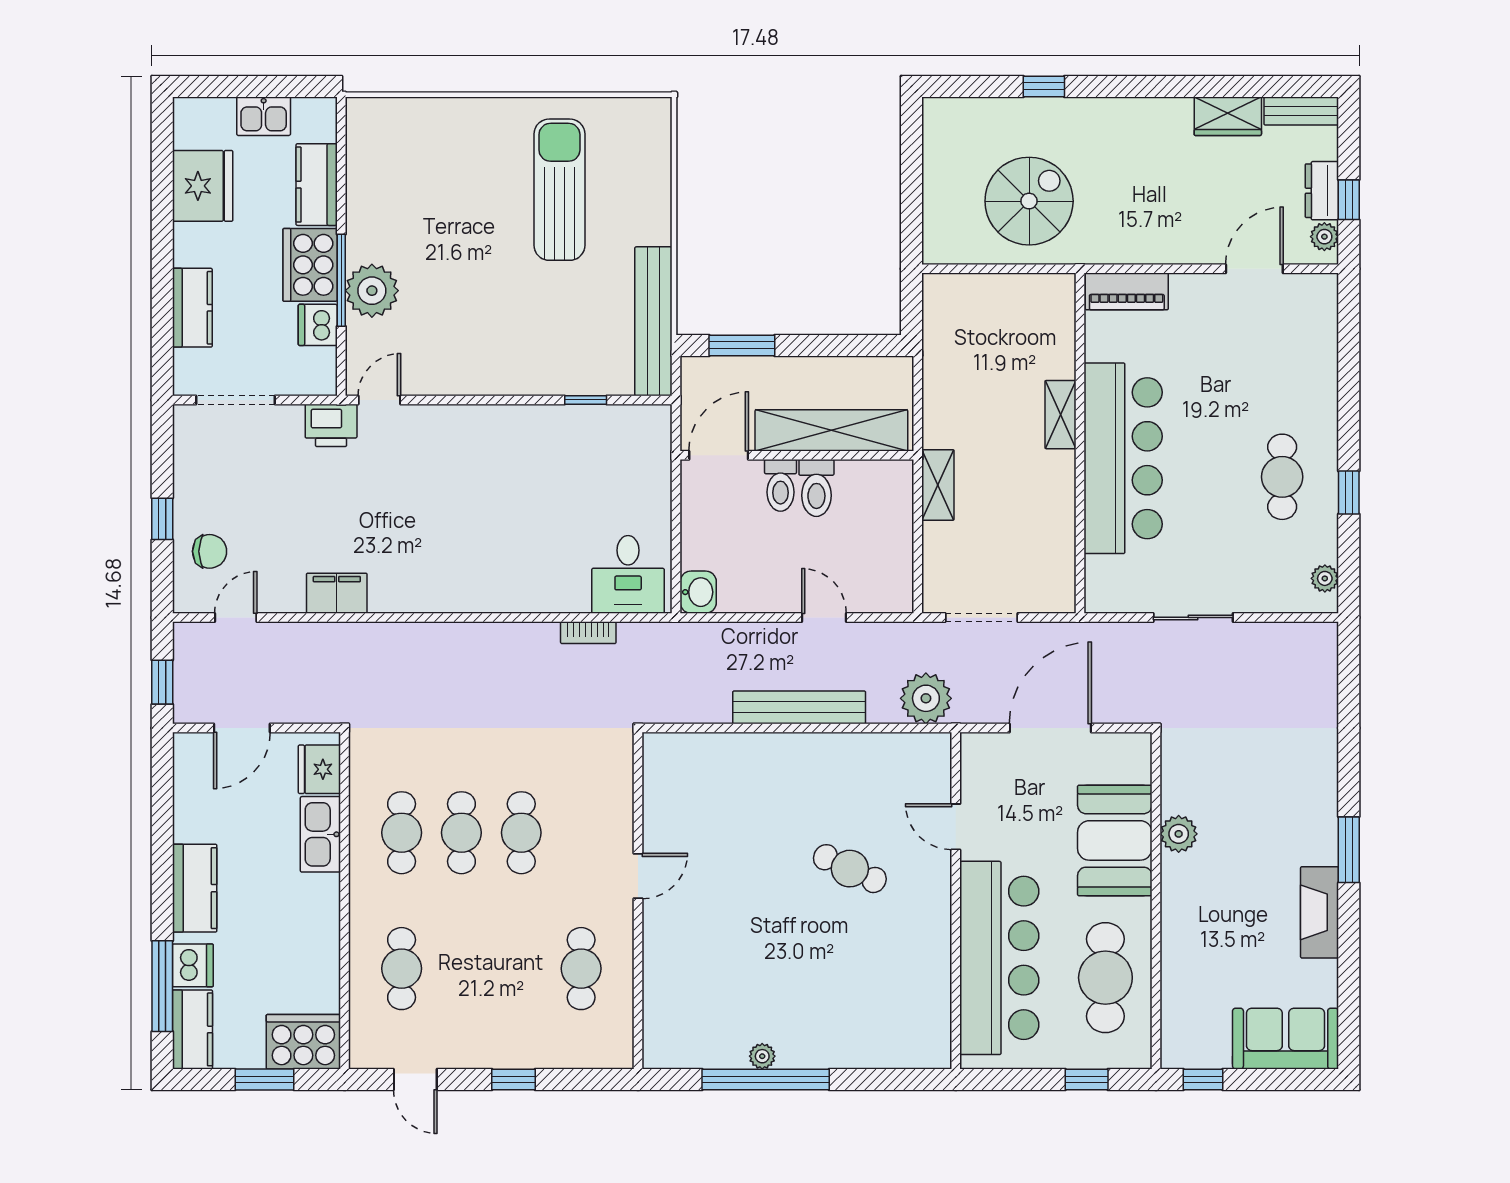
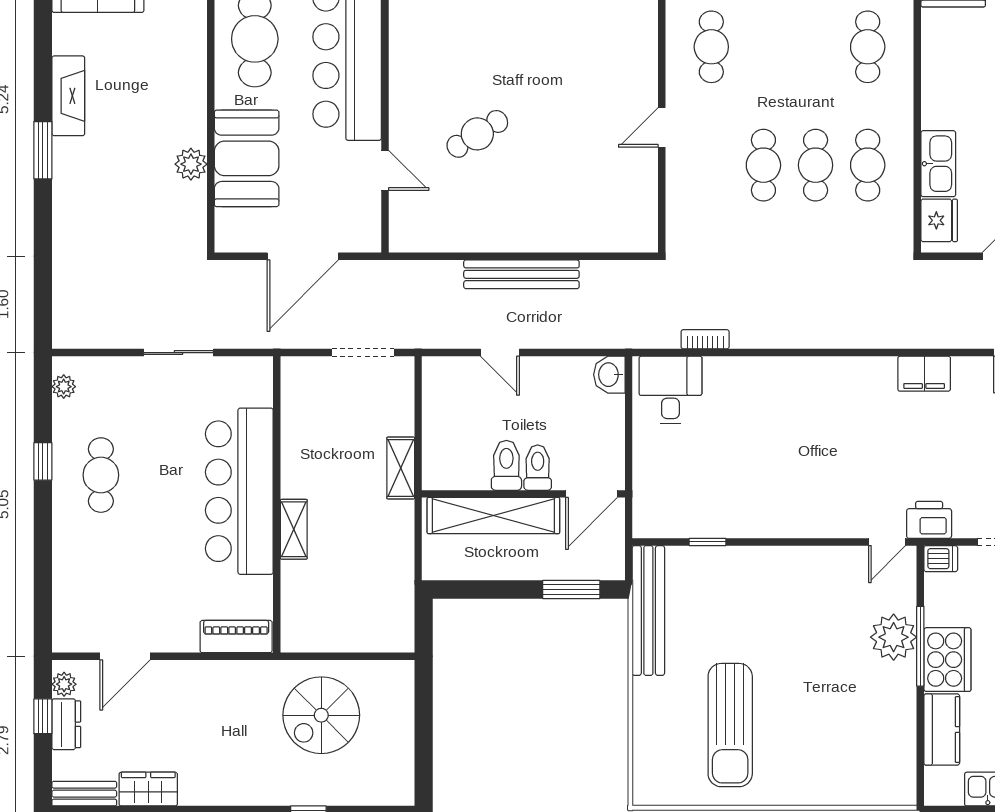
dishwasher: (318, 325) -> (941, 559), moved, width x0.73
plant: (926, 698) -> (411, 282), removed
cafe table: (850, 869) -> (477, 134), turned -57

